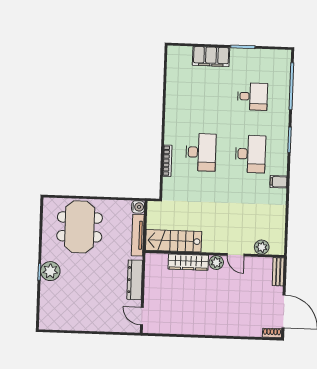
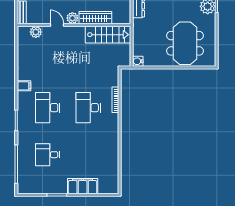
tv unit: (138, 235) -> (137, 38), removed

